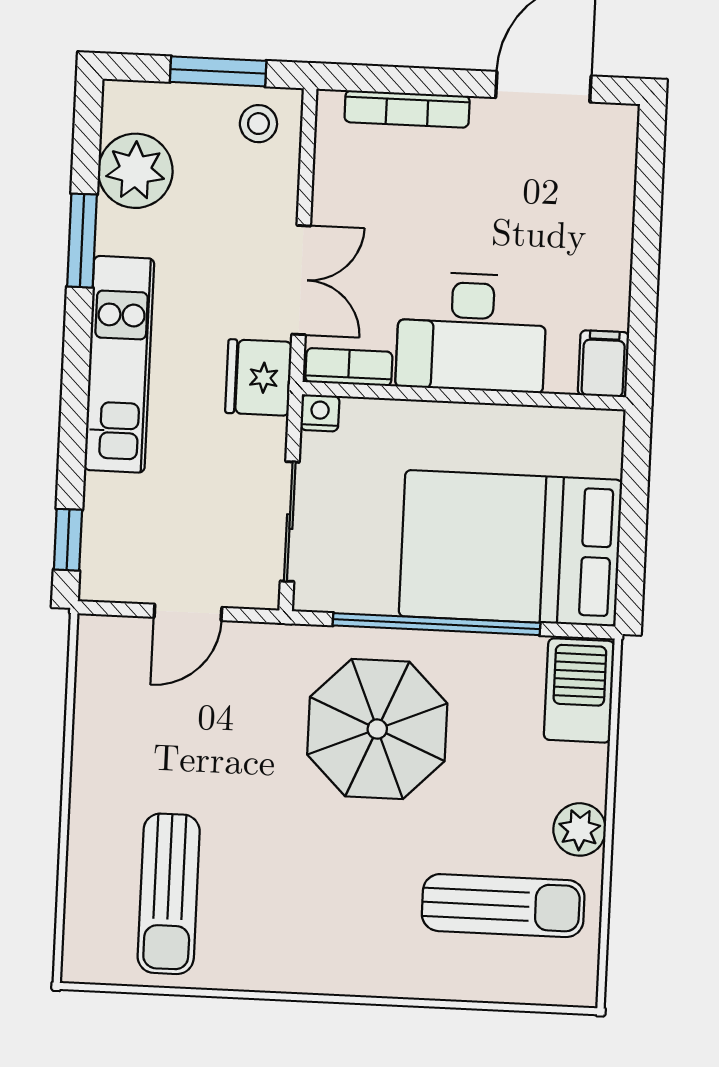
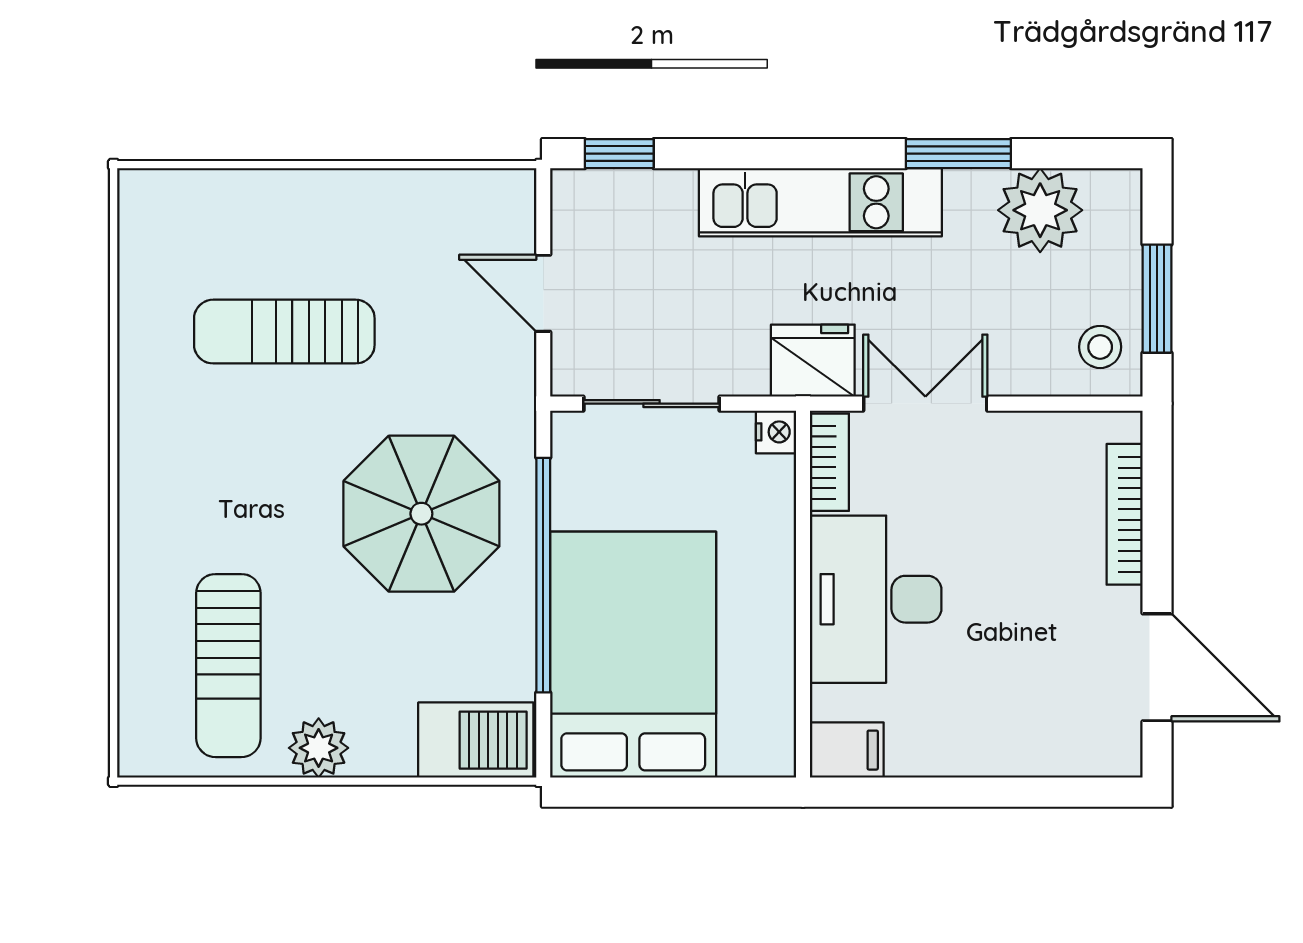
double door: (301, 280) -> (925, 404), swing flipped
sun lounger: (169, 894) -> (284, 332), moved

